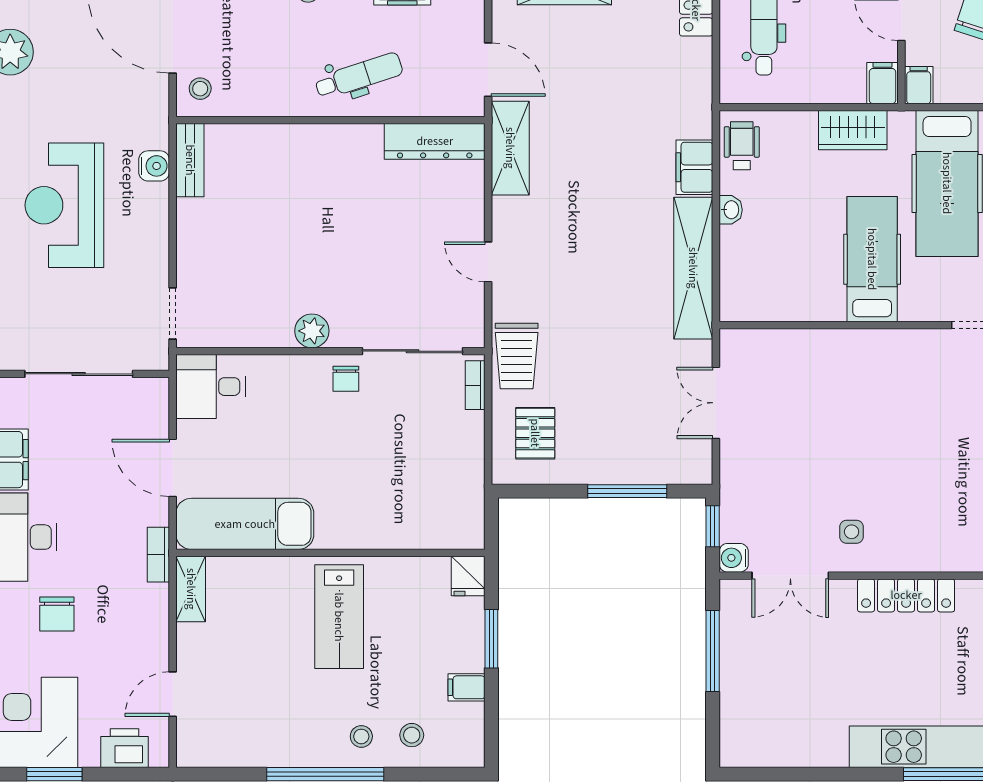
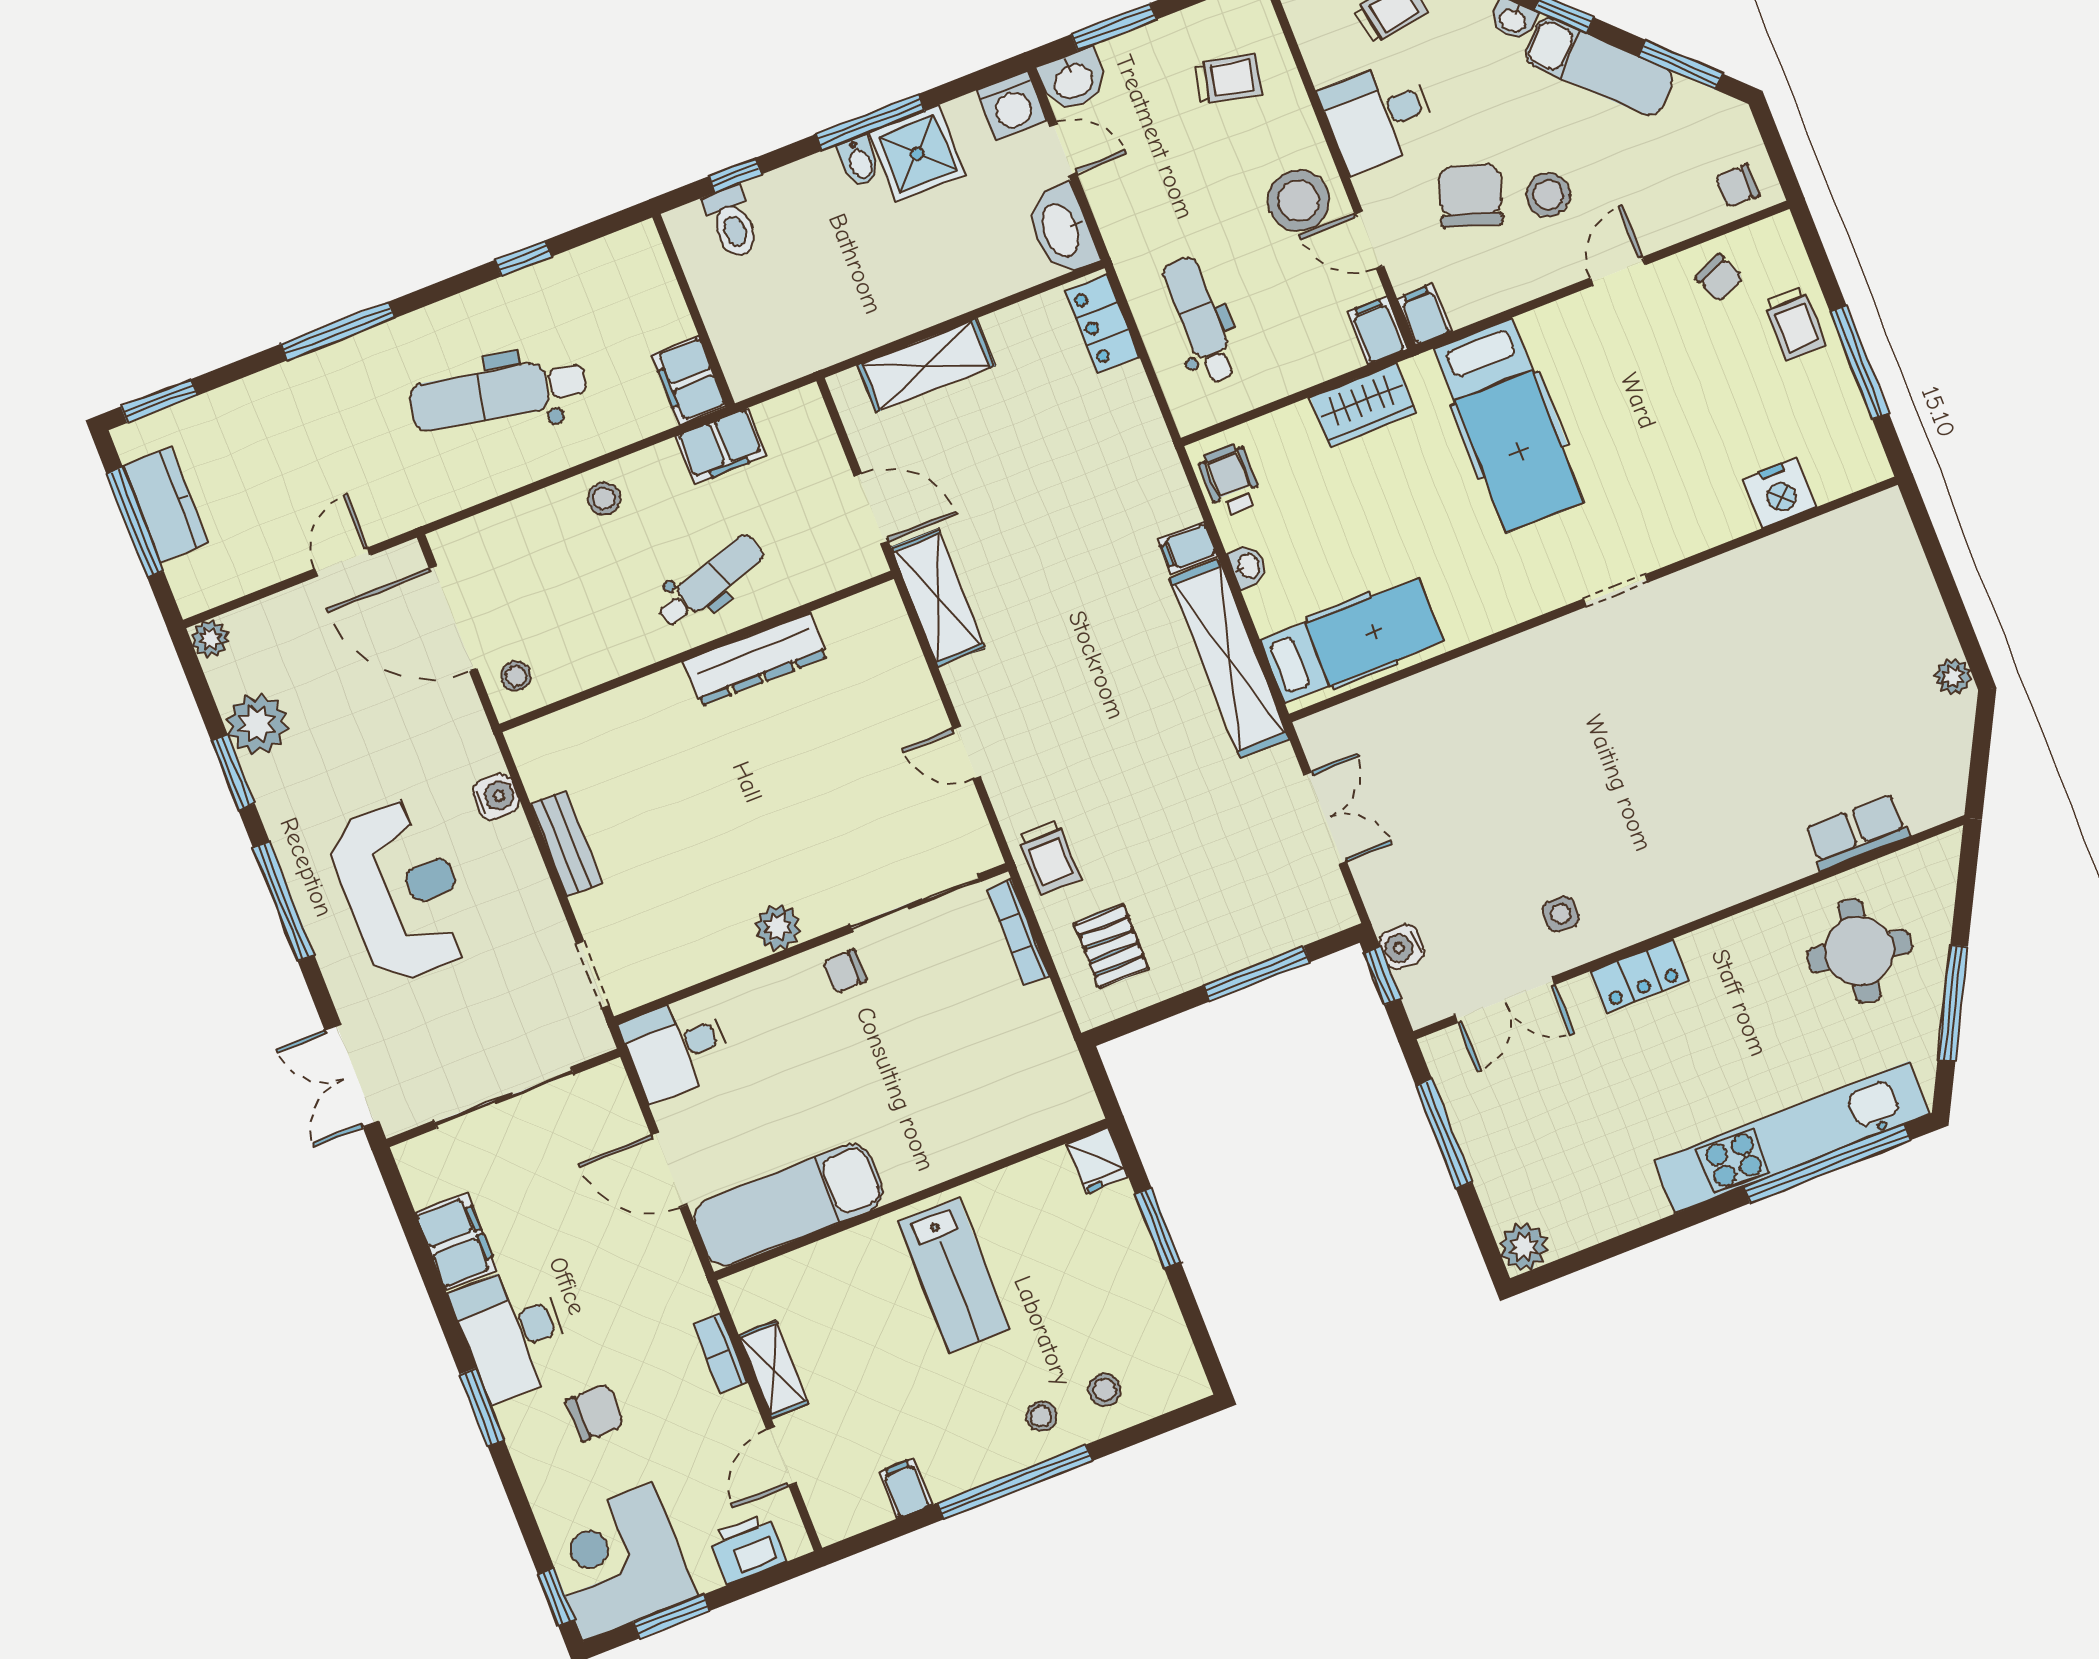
dresser: (435, 141) -> (756, 659), moved
bench: (190, 160) -> (567, 844), moved
filing cabinet: (694, 167) -> (1188, 548), width x0.50
reception desk: (64, 205) -> (402, 891), turned 180
hospital bed: (872, 259) -> (1352, 641), moved, turned 90
trolley: (517, 356) -> (1049, 858), width x0.73, depth x0.72
chair: (346, 379) -> (844, 971), turned 90
bookcase: (475, 385) -> (1018, 932), width x1.56
double door: (716, 403) -> (1325, 818), swing flipped
bookcase: (158, 555) -> (720, 1353), moved
water cooler: (734, 558) -> (1402, 947), moved
shelving: (191, 589) -> (774, 1370), moved
locker: (906, 595) -> (1640, 976), width x0.66
chair: (57, 614) -> (595, 1412), turned -90
filing cabinet: (466, 687) -> (905, 1488), moved, turned 90
plant: (737, 750) -> (1524, 1247), added

